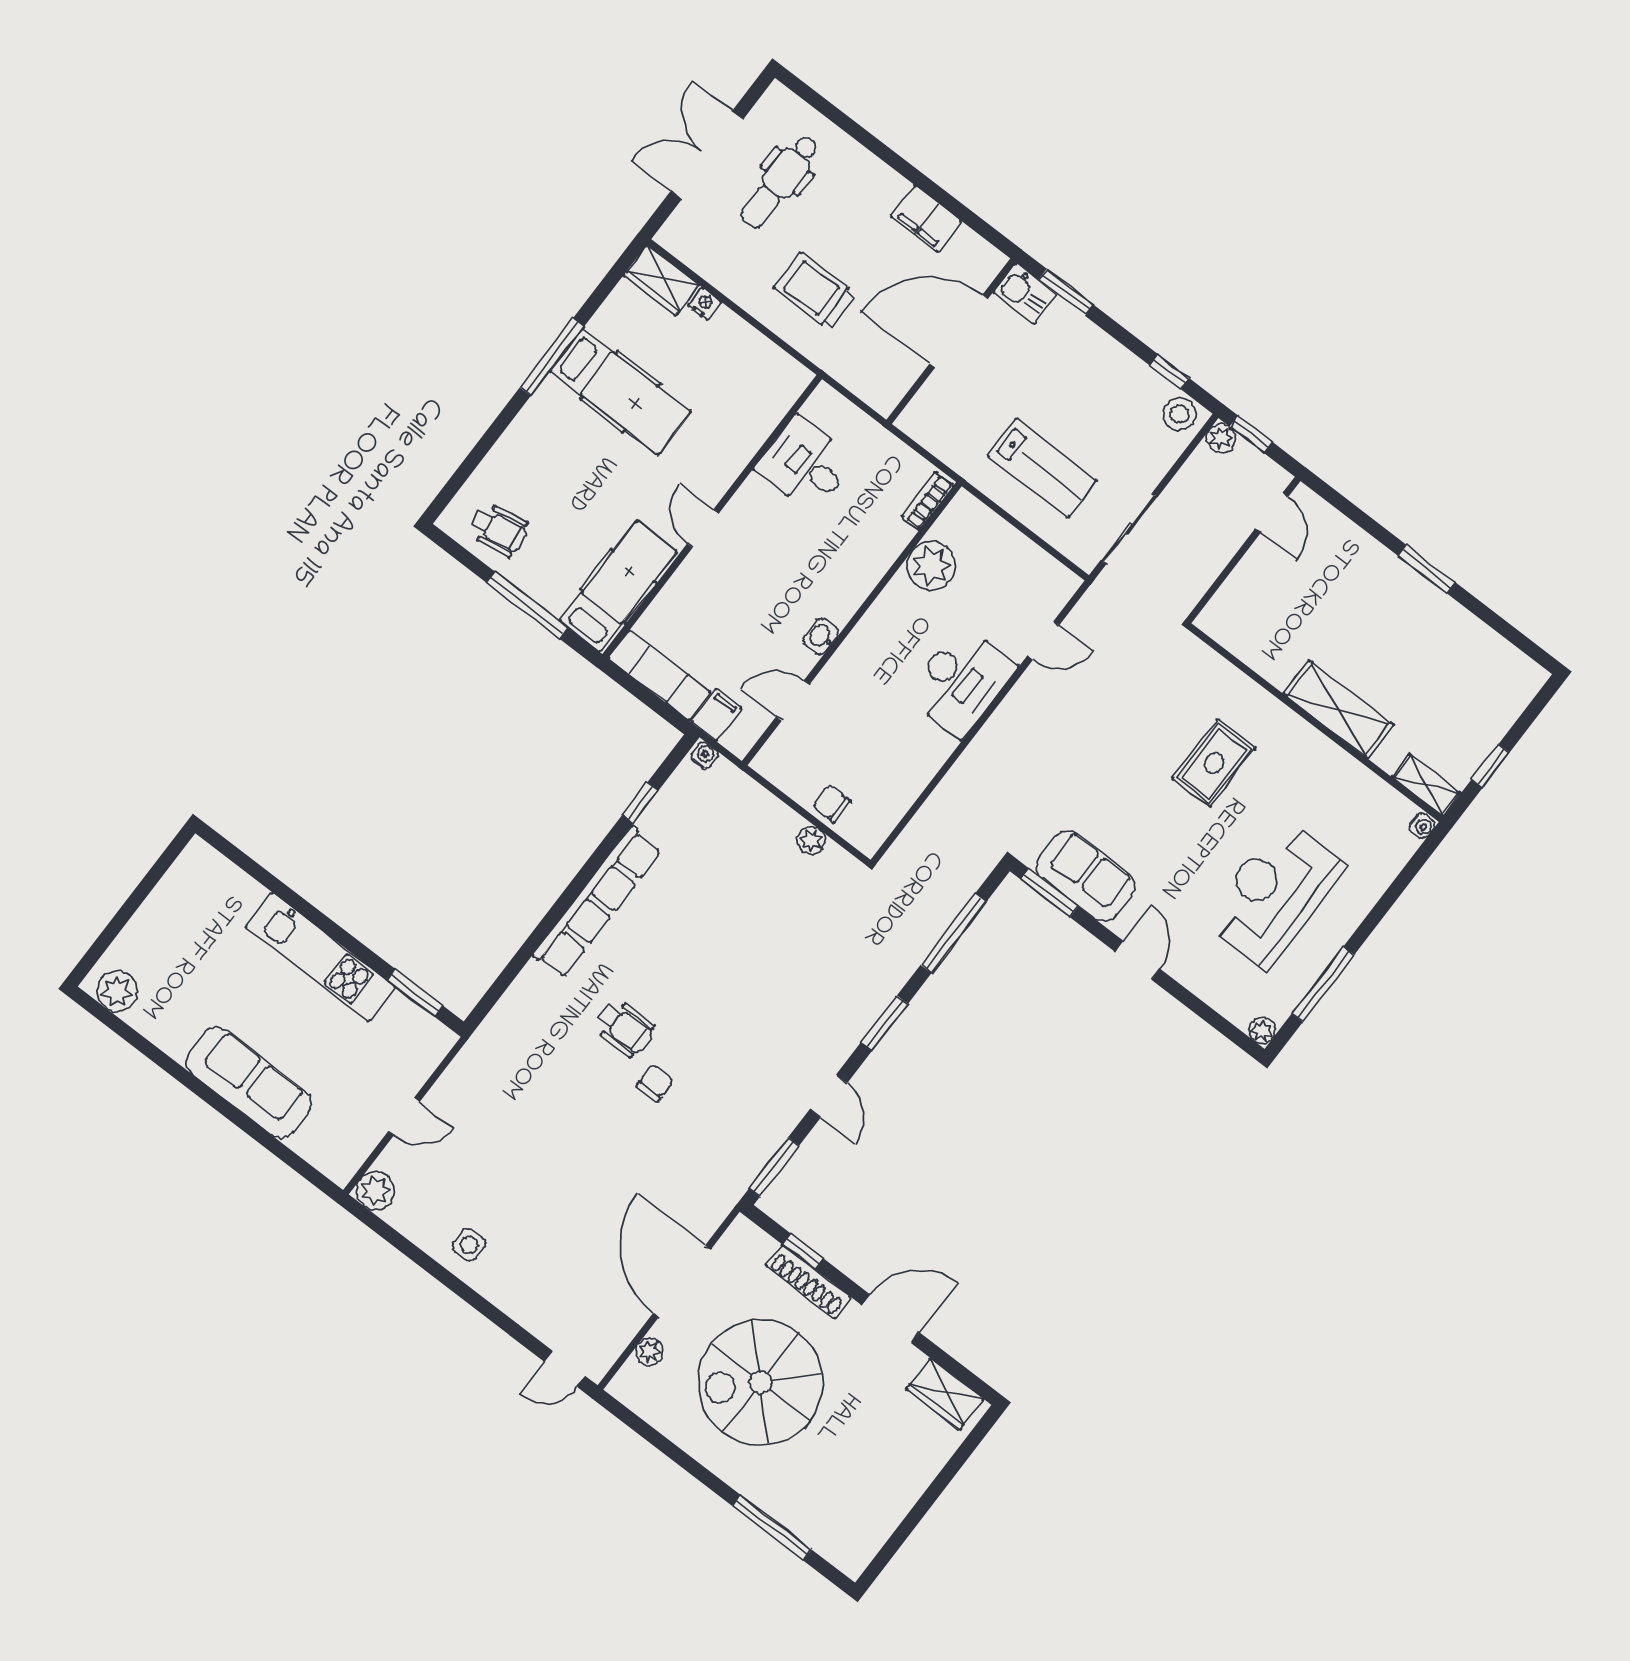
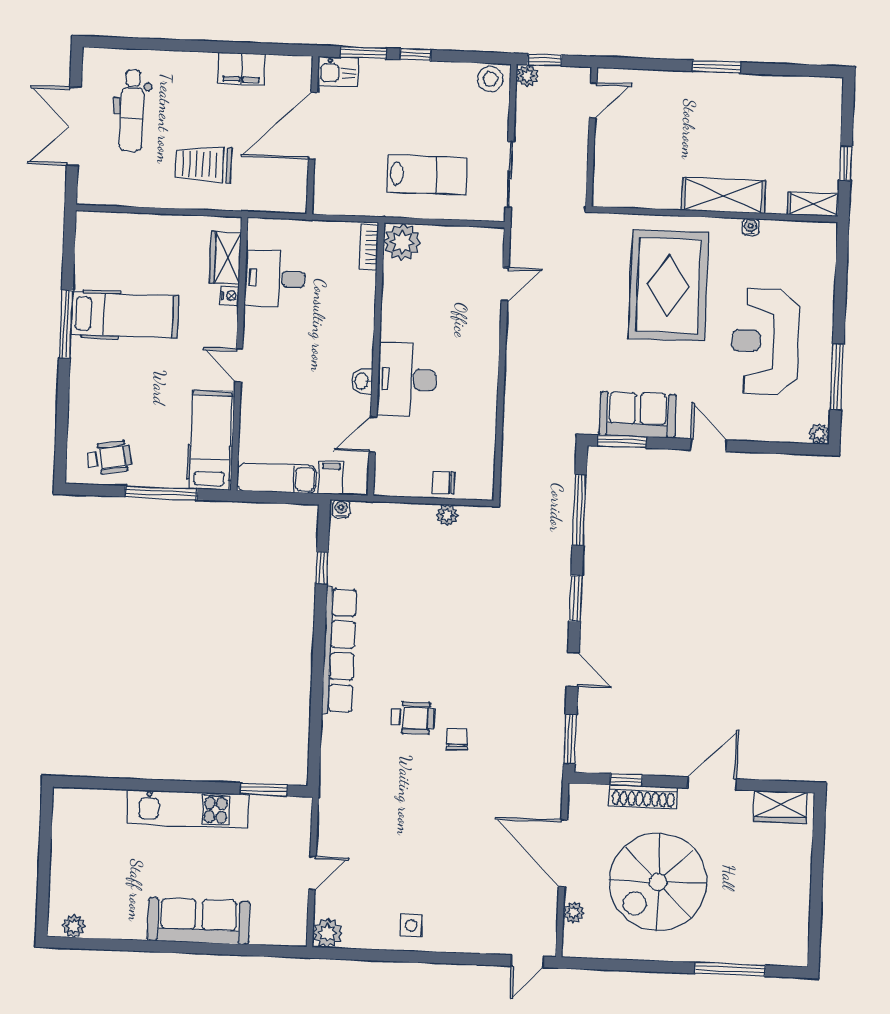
wardrobe: (662, 280) -> (225, 258), moved, turned 90
nightstand: (705, 304) -> (230, 296), moved, turned 90
window: (1169, 371) -> (415, 55), moved
door: (1272, 513) -> (593, 100), hinge flipped
plant: (931, 566) -> (402, 242), moved
desk: (961, 681) -> (407, 380), moved, turned 180
rug: (1214, 763) -> (668, 285), width x1.86, depth x2.06
water cooler: (1422, 826) -> (751, 227), moved, turned -90
plant: (117, 991) -> (74, 926), width x0.73, depth x0.73

